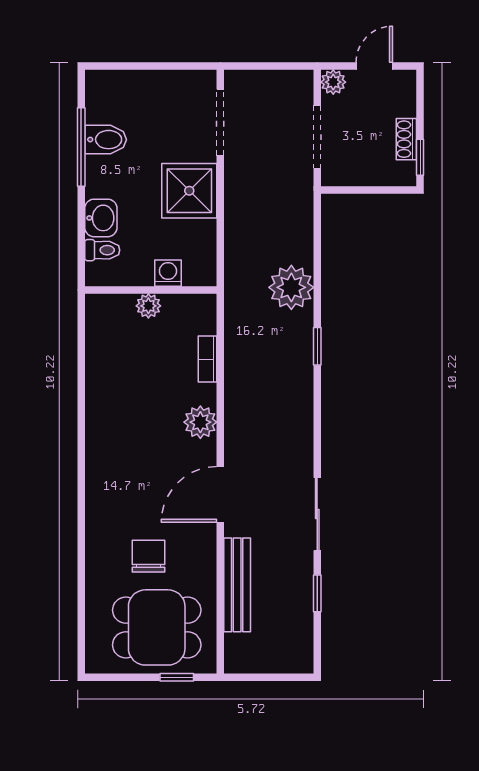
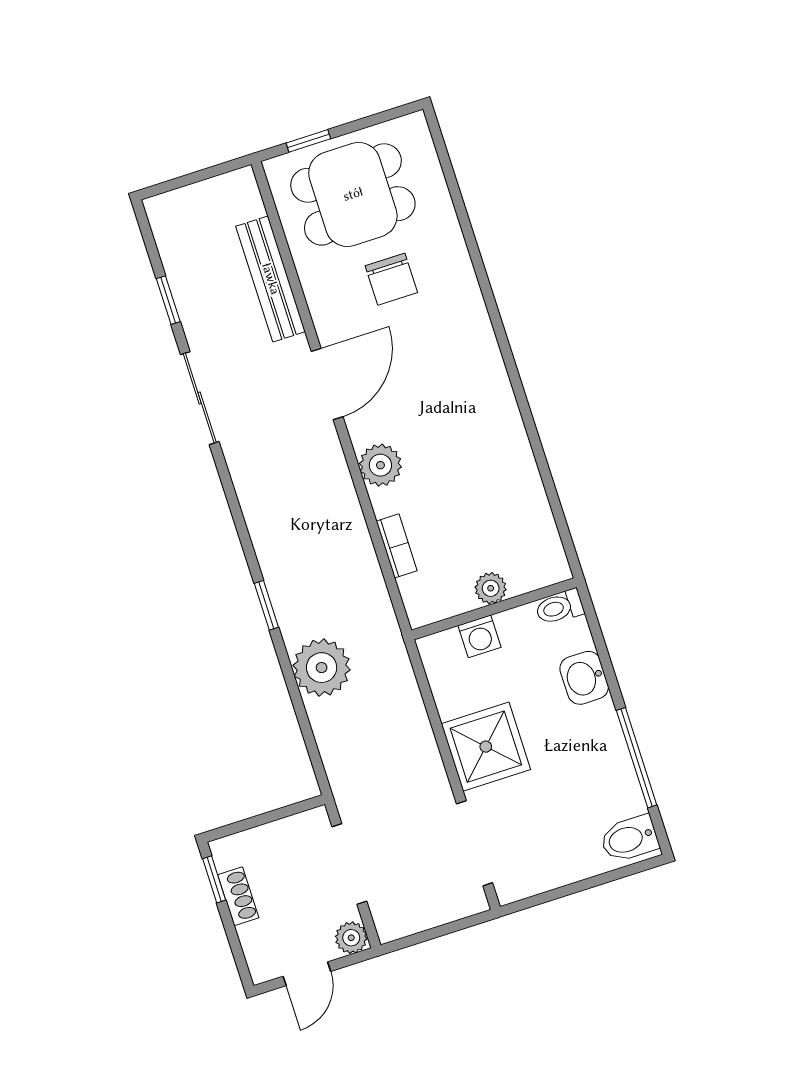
bidet: (106, 140) -> (629, 839), moved
toilet: (102, 250) -> (560, 607), moved

